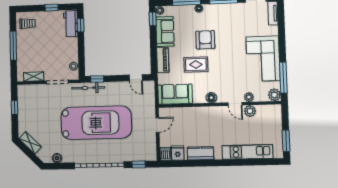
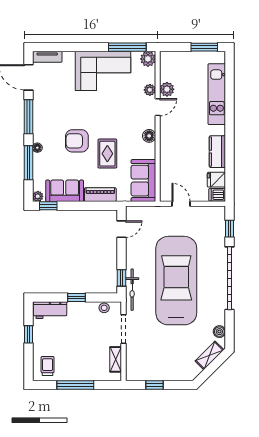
window: (81, 25) -> (76, 297), moved
shelving: (30, 143) -> (209, 355), moved

